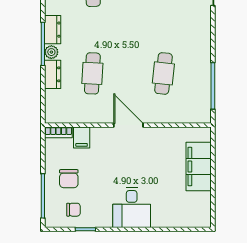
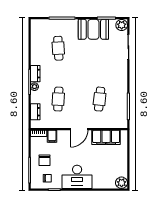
dresser: (53, 74) -> (35, 112), moved
door: (128, 125) -> (79, 129), swing flipped
filing cabinet: (199, 167) -> (106, 137), moved, turned -90
desk: (132, 207) -> (77, 177), width x1.37
plant: (201, 217) -> (122, 183), added

